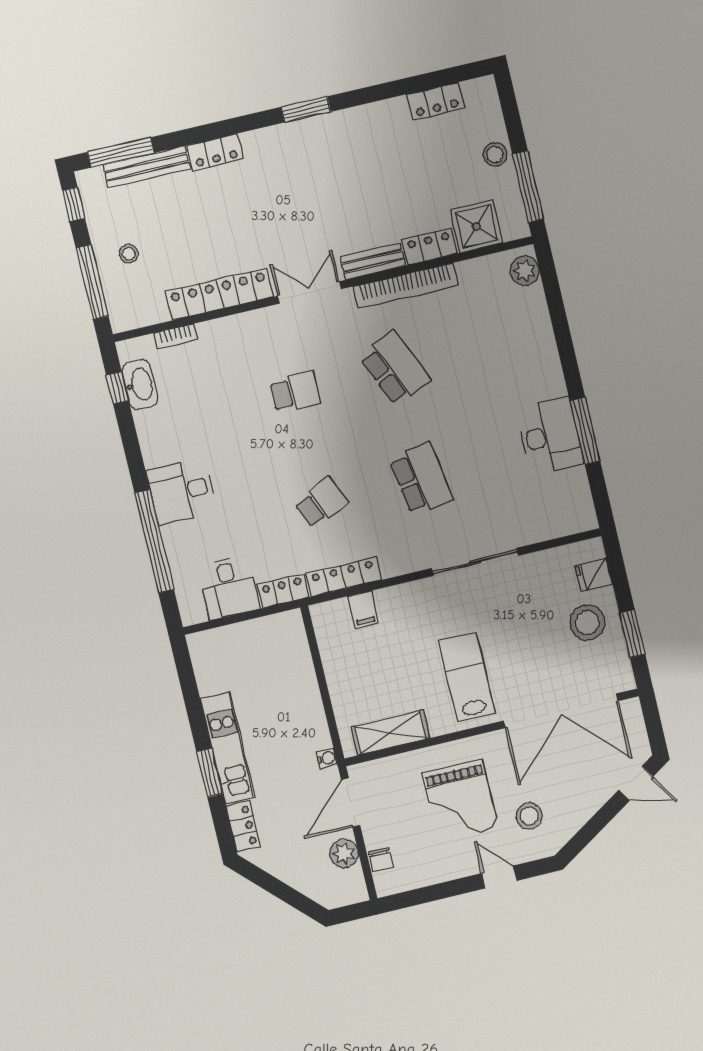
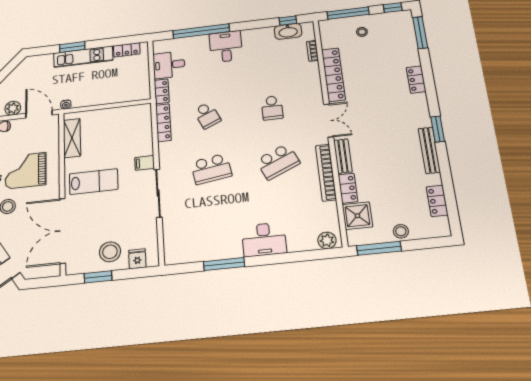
bench: (147, 167) -> (429, 150), moved
desk: (550, 436) -> (264, 239), moved
filing cabinet: (363, 610) -> (145, 163), moved
locker: (243, 826) -> (127, 50), moved

